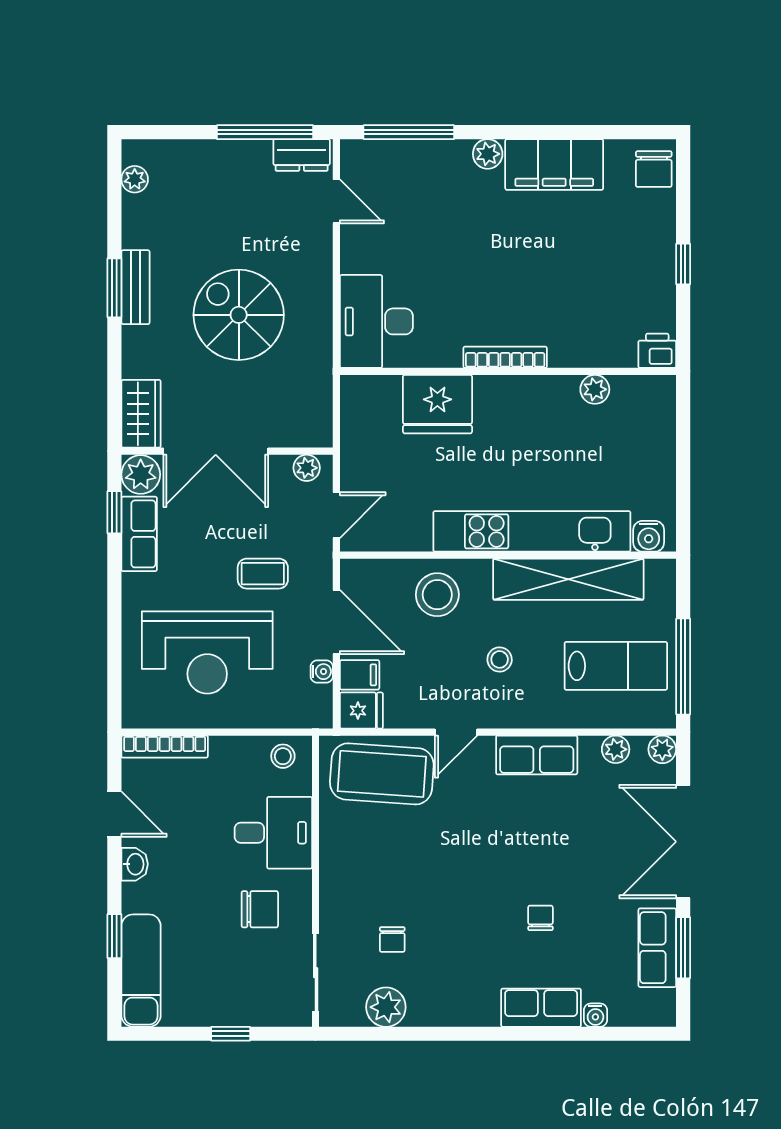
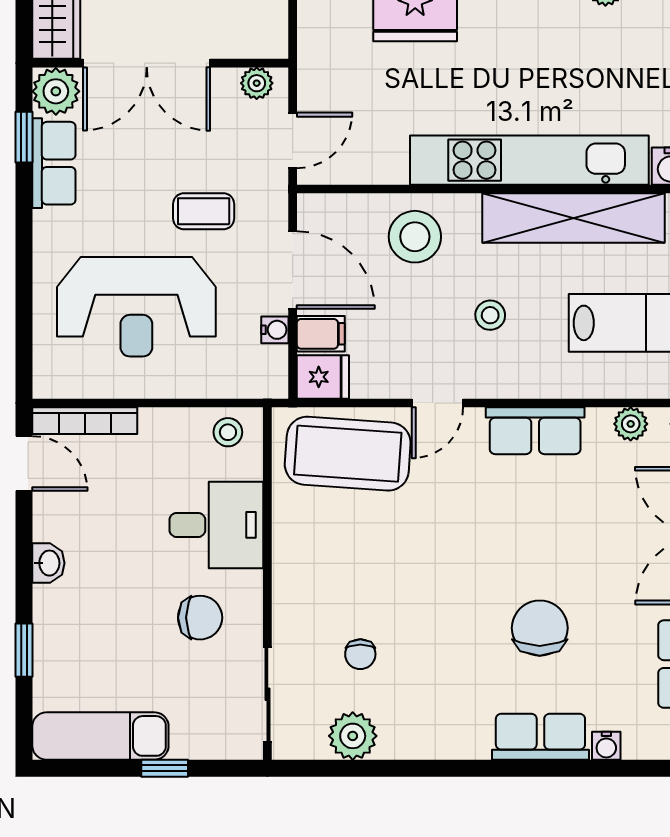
door: (114, 814) -> (24, 463), moved
chair: (540, 918) -> (540, 628), width x1.87, depth x1.87
exam couch: (141, 971) -> (100, 736), moved, turned -90

